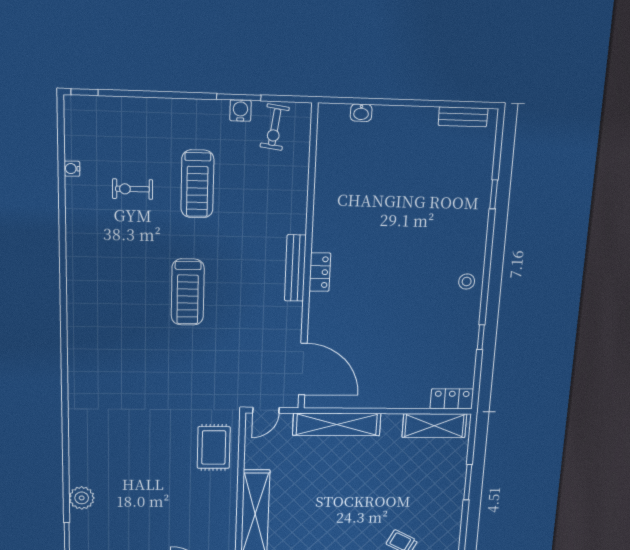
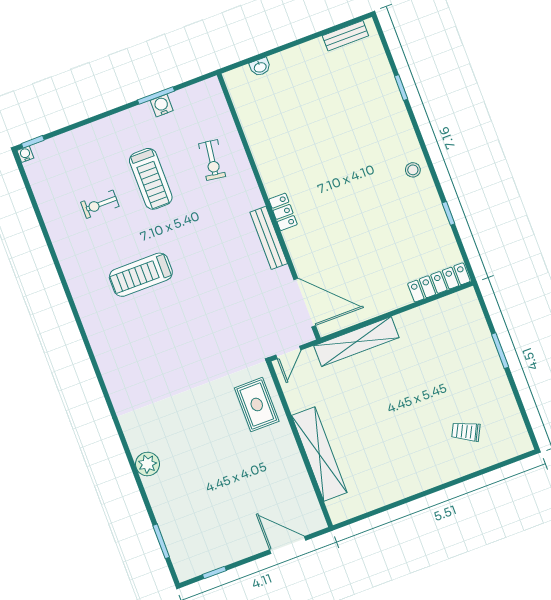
exercise bike: (275, 127) -> (212, 160), moved
water cooler: (72, 169) -> (25, 154), moved, turned 90
bench: (295, 268) -> (269, 238), moved
treadmill: (188, 292) -> (141, 275), moved, turned 90
locker: (452, 399) -> (439, 282), width x1.53
shelving: (434, 426) -> (445, 309), removed
plant: (82, 498) -> (147, 464), moved

